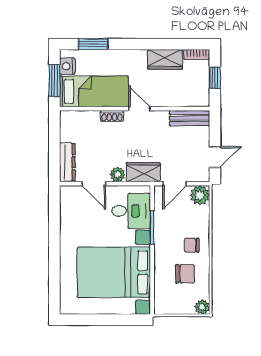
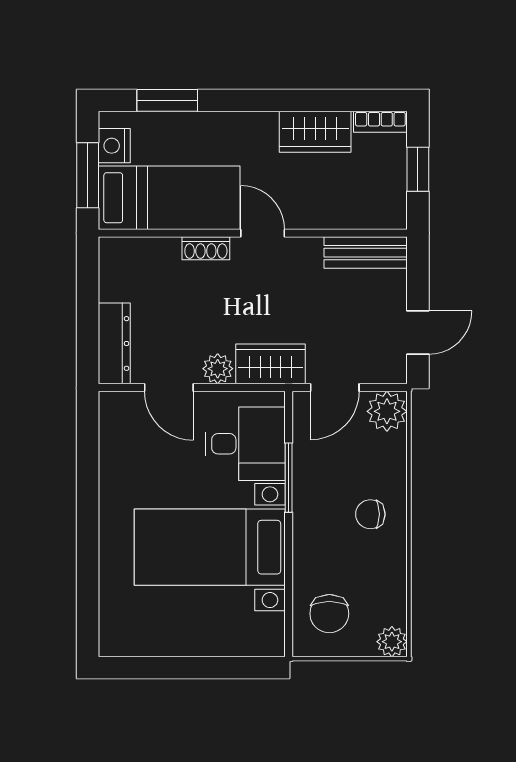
bed with nightstands: (114, 272) -> (210, 547), width x0.73
chair: (185, 274) -> (329, 614), moved, turned 90

